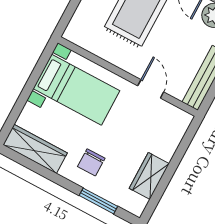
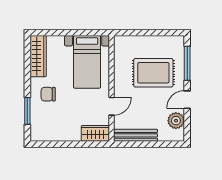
wardrobe: (149, 176) -> (95, 133), moved

